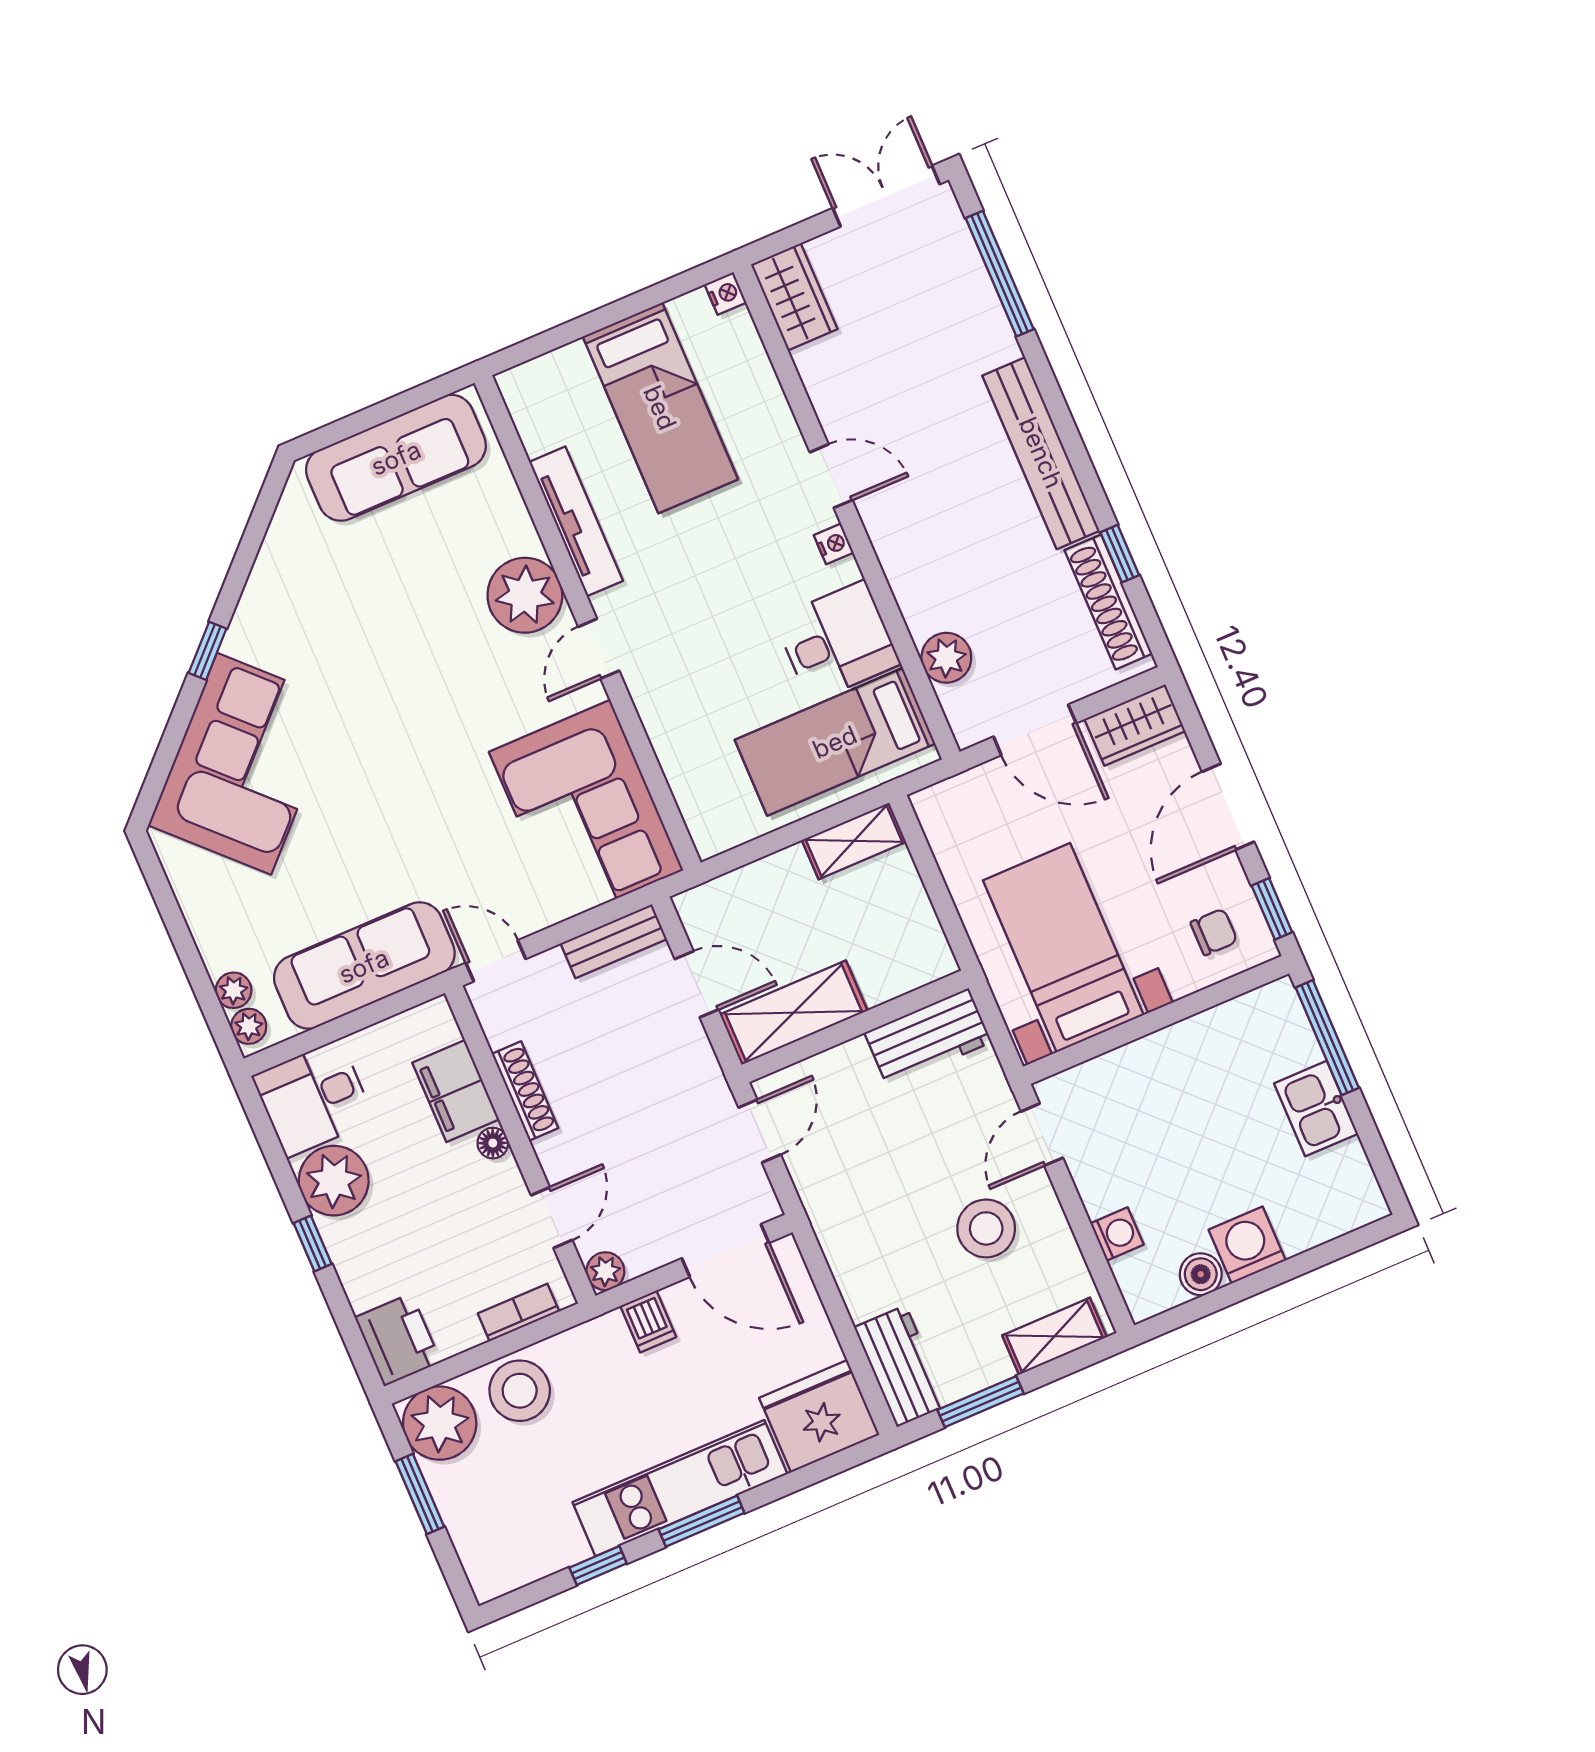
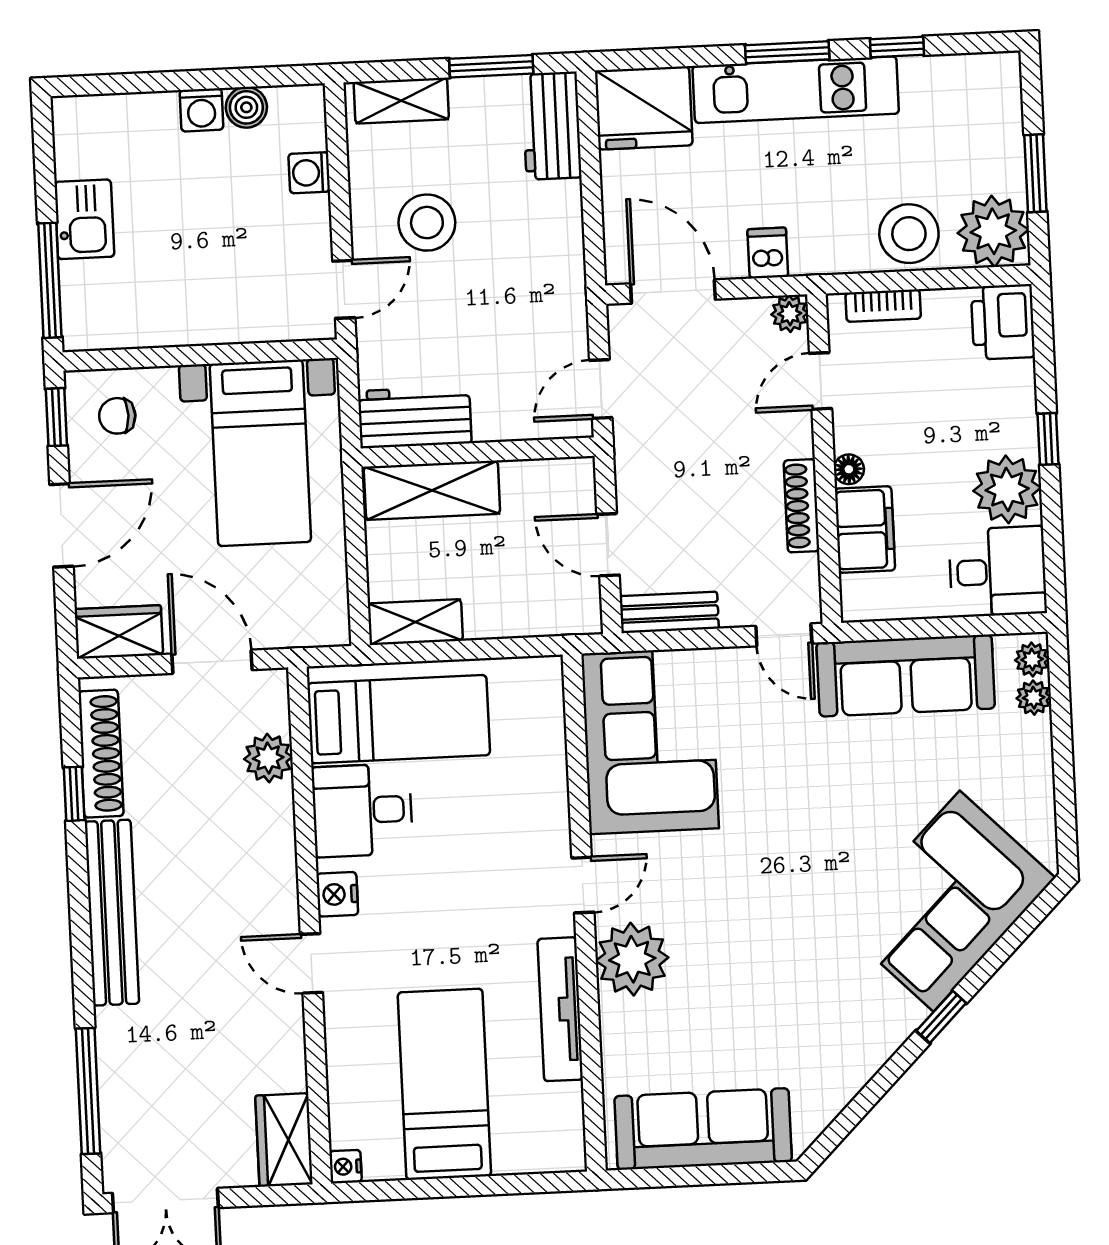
nightstand: (834, 544) -> (337, 894), width x1.39, depth x1.35
shelving: (794, 1013) -> (432, 490), moved
washing machine: (1247, 1245) -> (201, 110), width x0.73, depth x0.73

